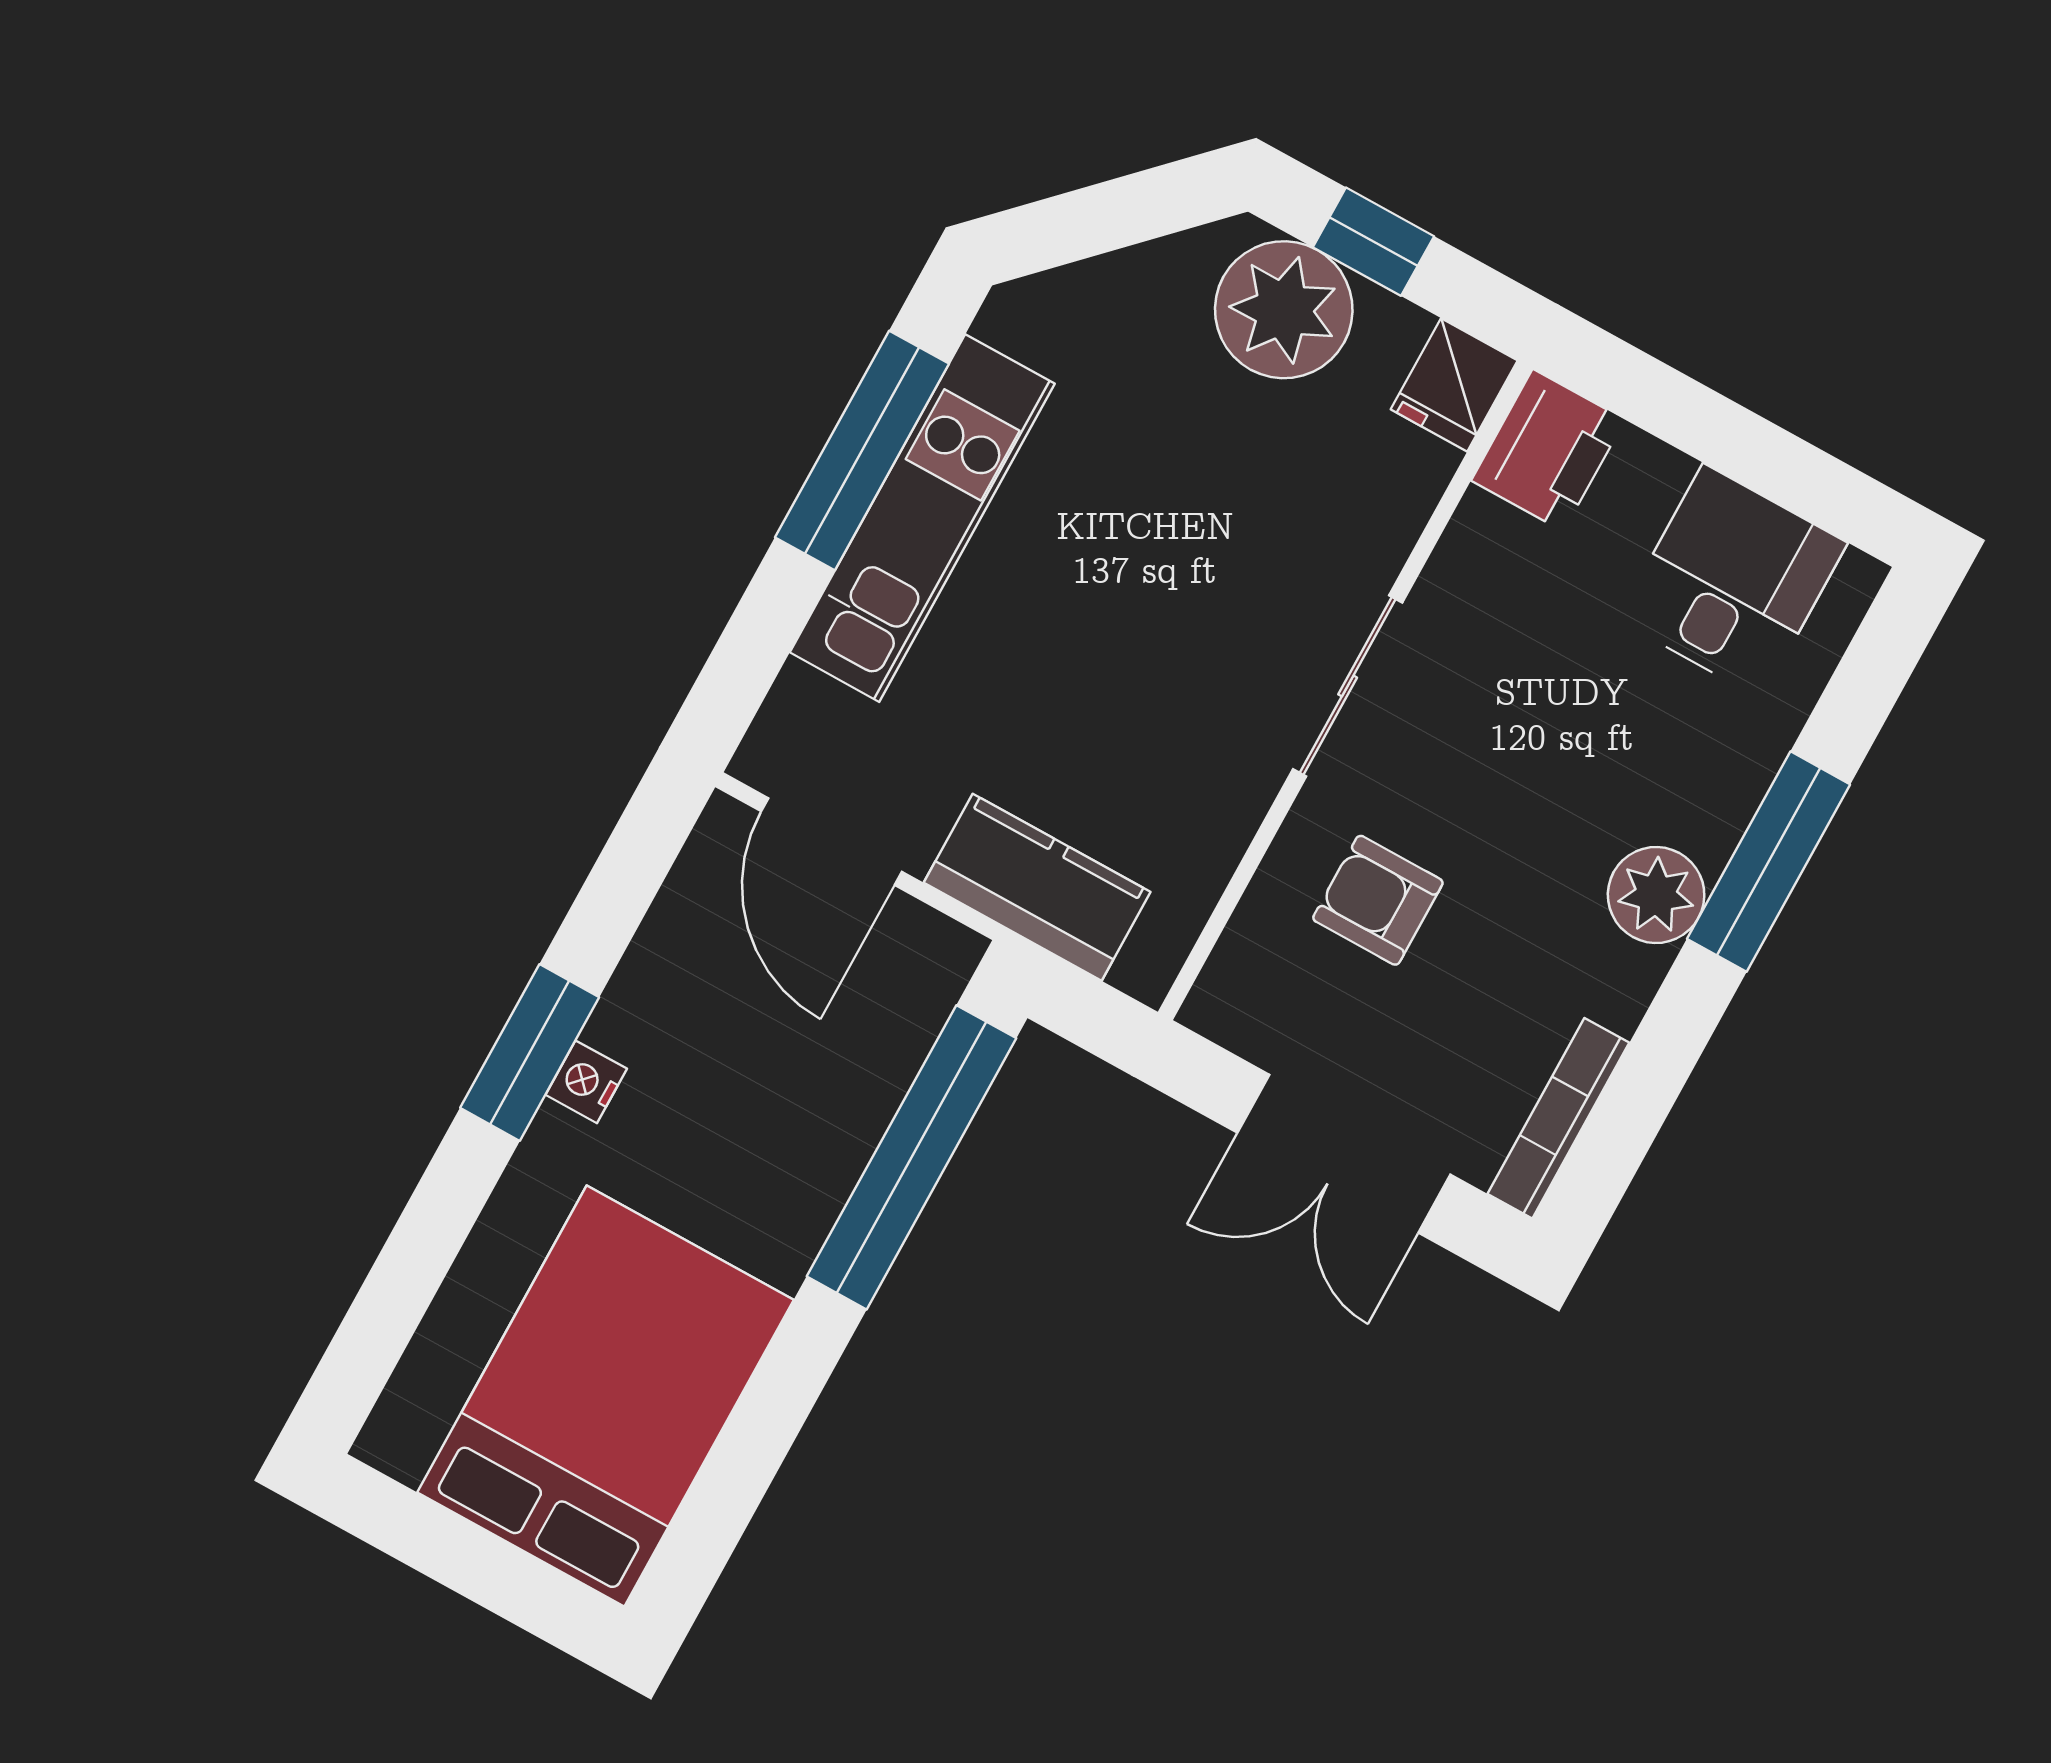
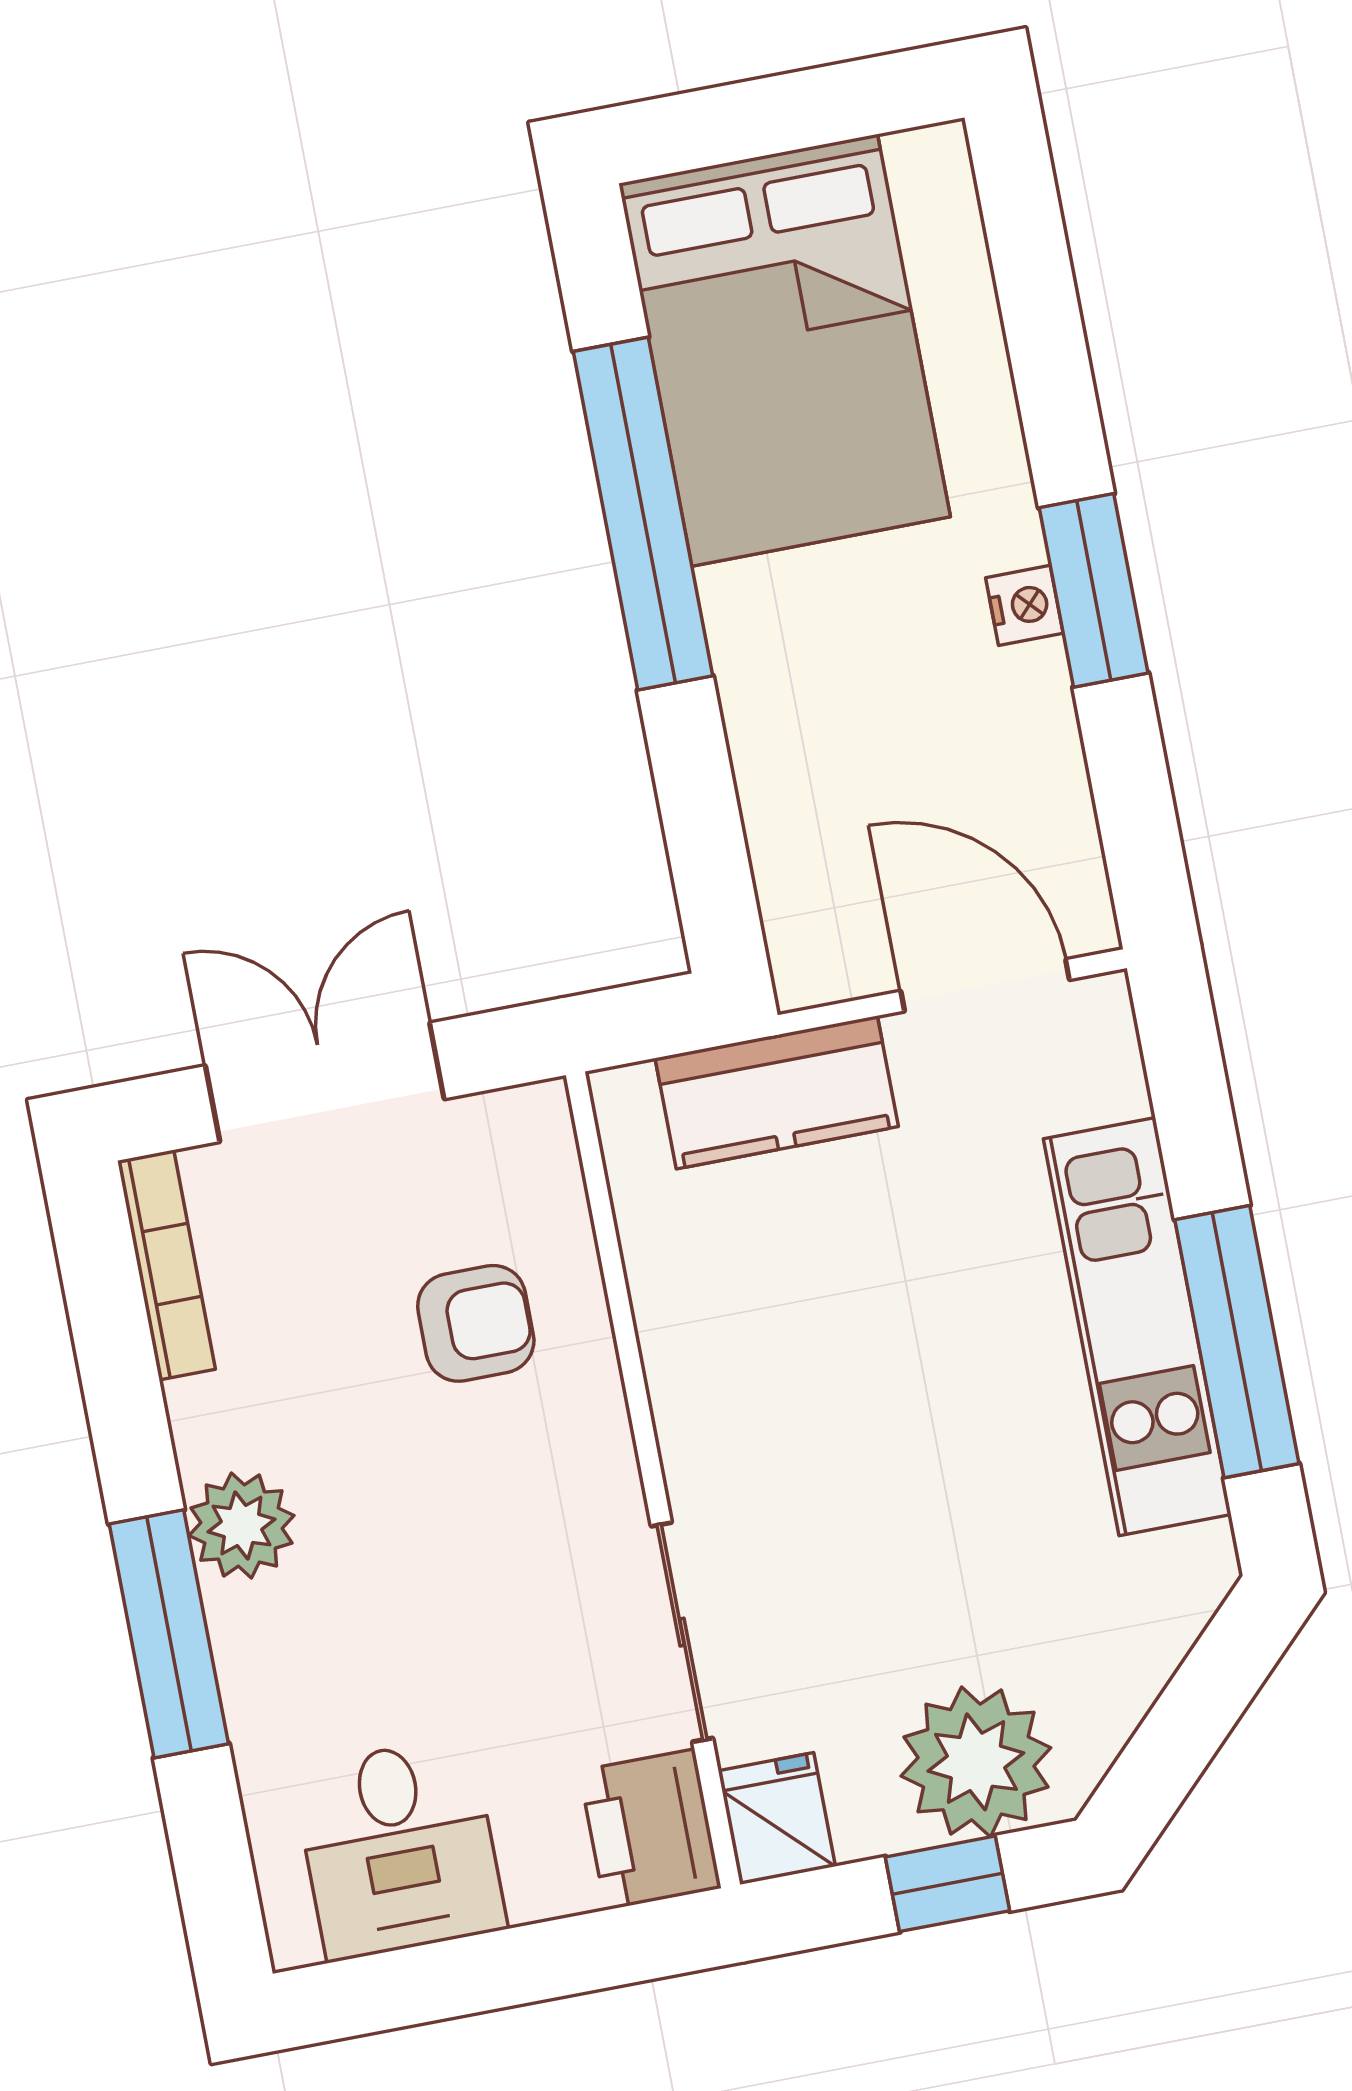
sliding door: (1348, 686) -> (682, 1632), moved
window: (912, 1157) -> (643, 514), moved

